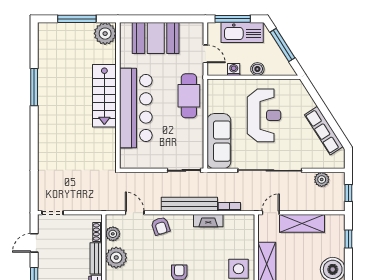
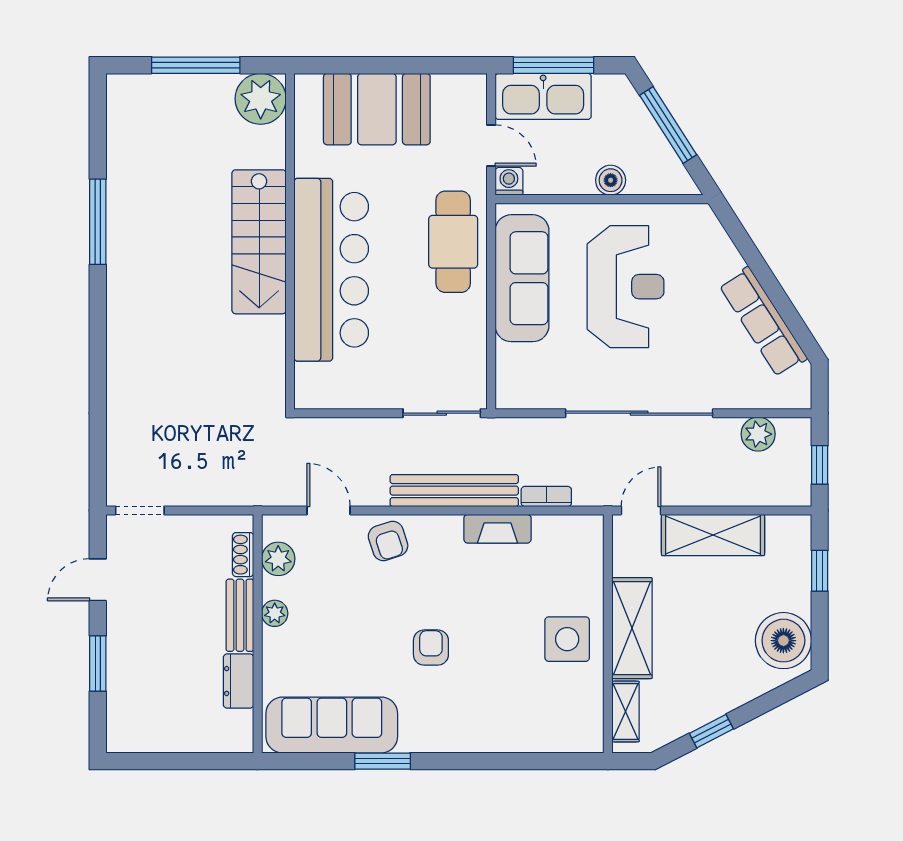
kitchen sink: (242, 32) -> (543, 96), moved
washing machine: (234, 69) -> (509, 181), moved
sofa: (219, 141) -> (522, 278), moved
plant: (116, 258) -> (275, 613), width x0.53, depth x0.53

